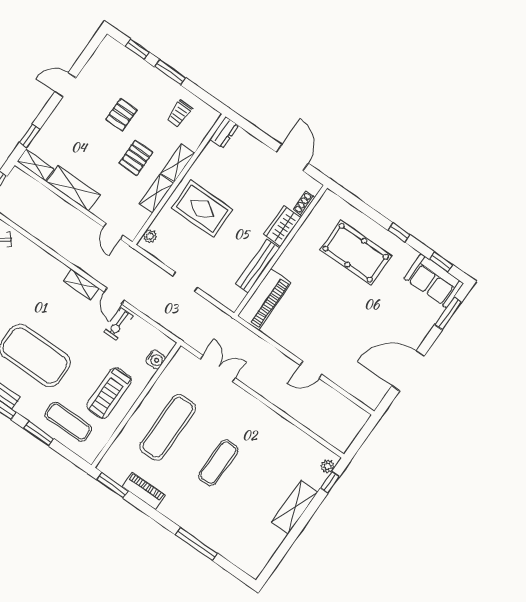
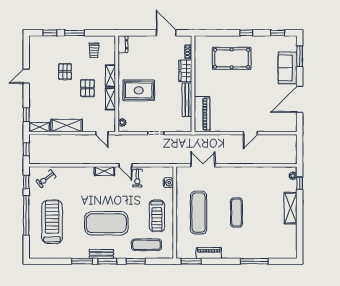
sofa: (434, 281) -> (288, 68), moved, turned 90

